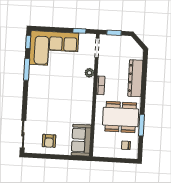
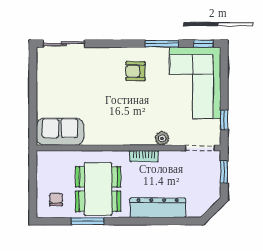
armchair: (49, 141) -> (135, 71), moved

